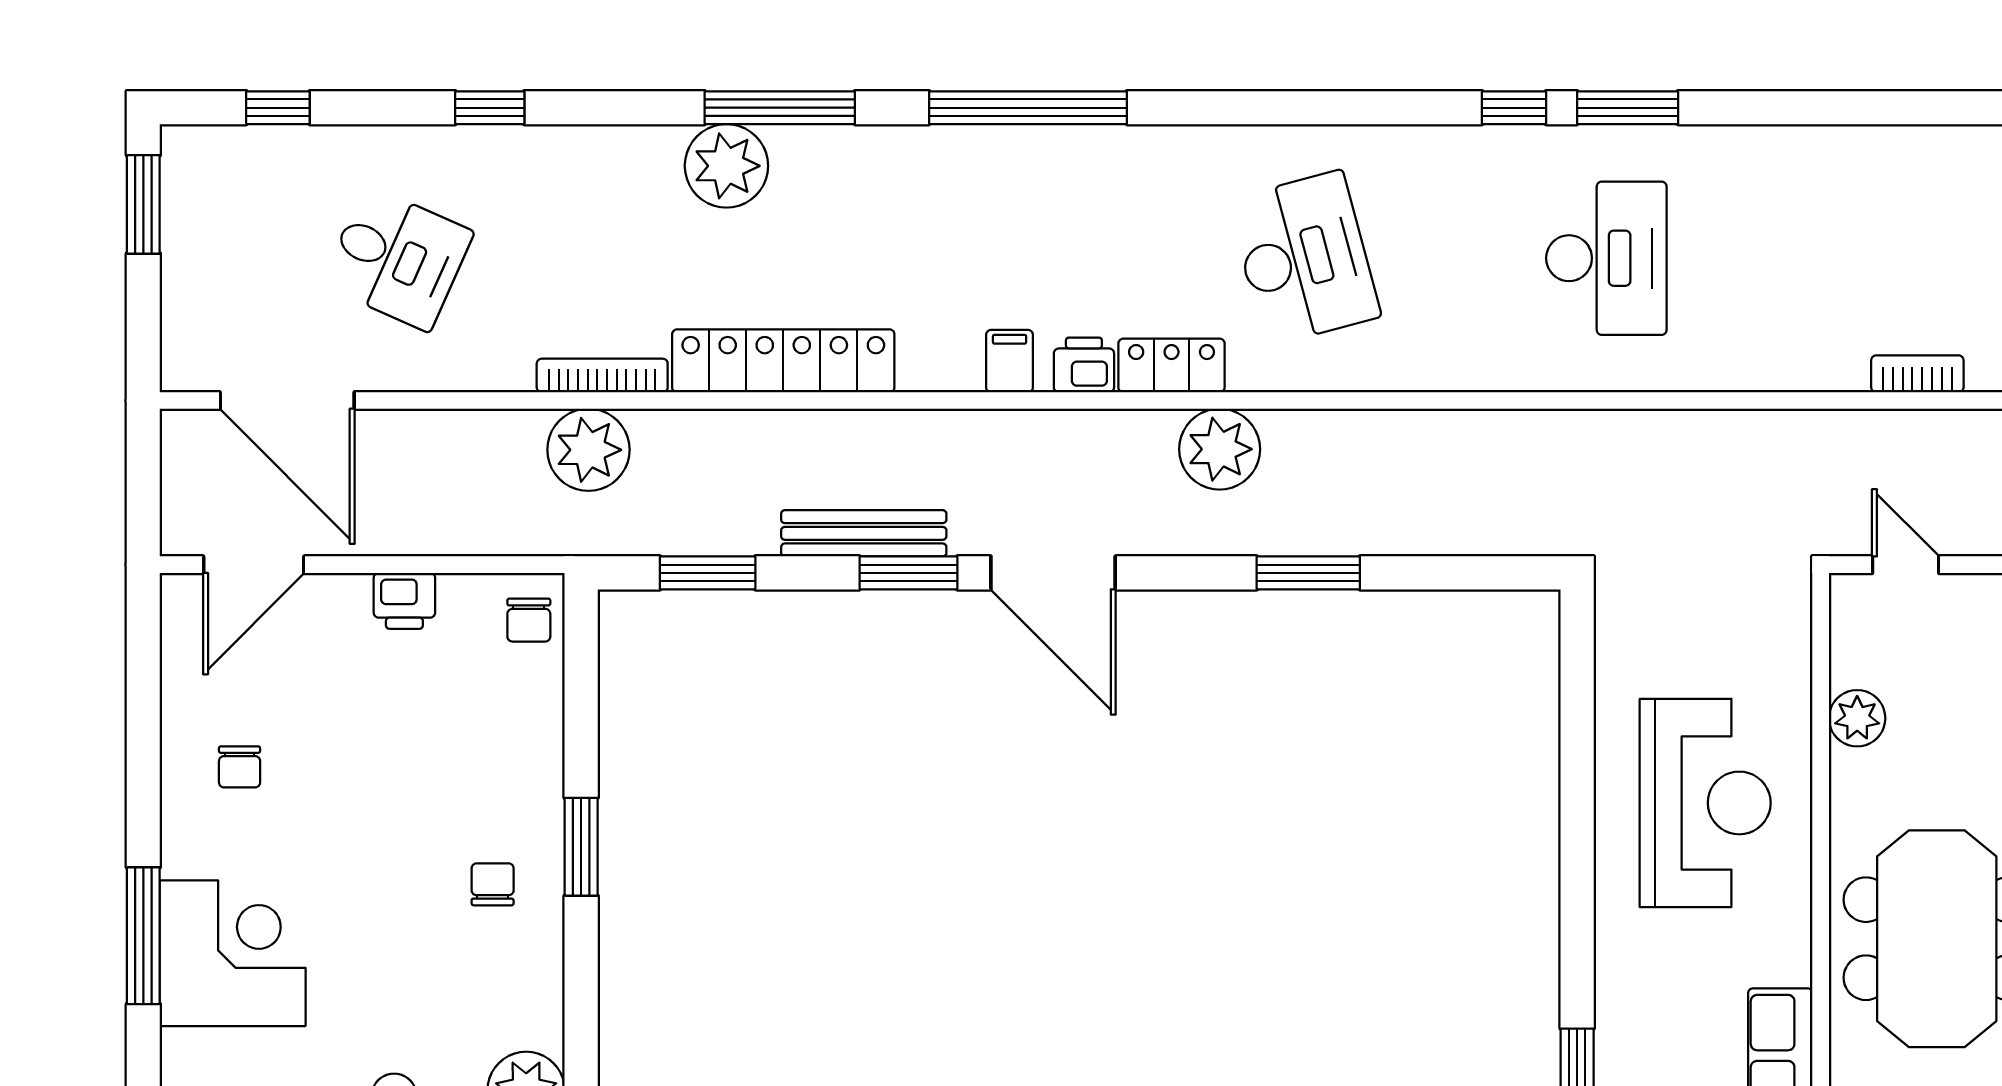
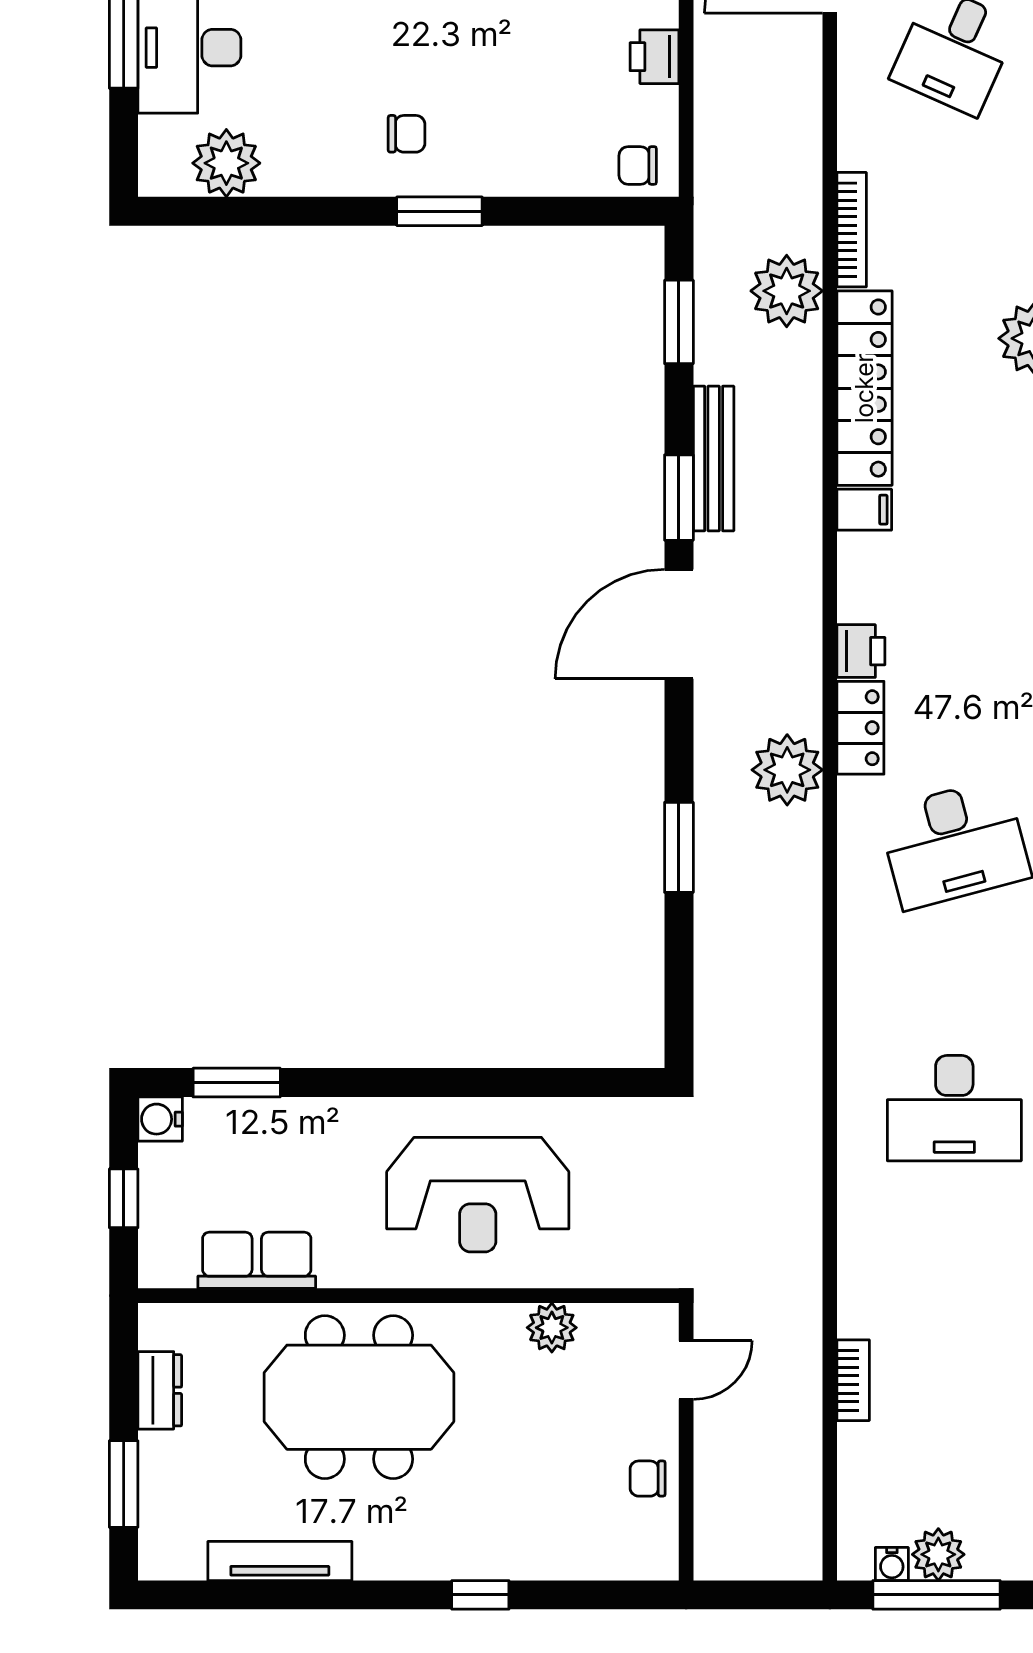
filing cabinet: (1010, 361) -> (864, 510), moved
plant: (588, 450) -> (787, 291), moved

